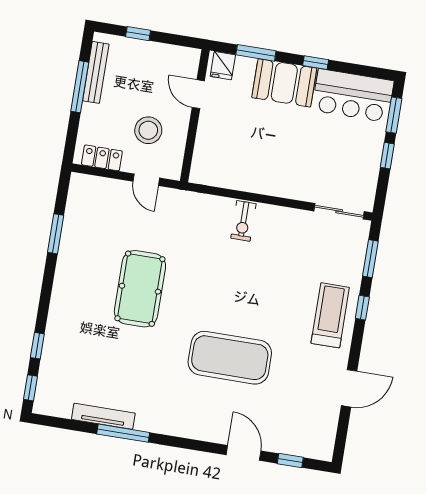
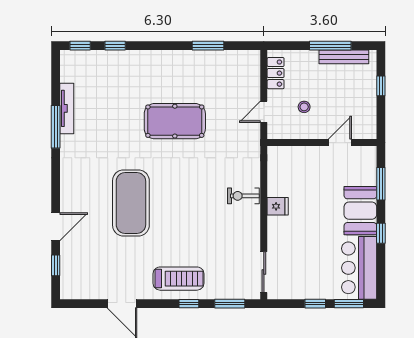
fridge: (223, 66) -> (278, 206), moved, turned 180
stool: (148, 130) -> (304, 107), width x0.53, depth x0.53

